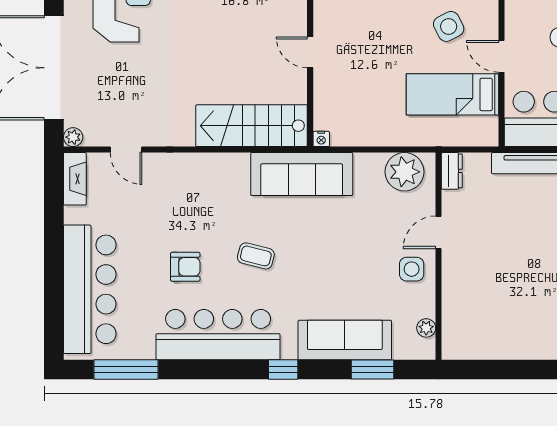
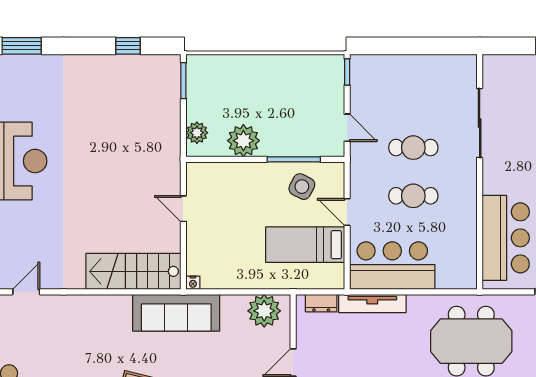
side table: (449, 26) -> (302, 187), turned -36
door: (126, 150) -> (26, 292), swing flipped
dresser: (452, 171) -> (321, 303), moved, turned 90

